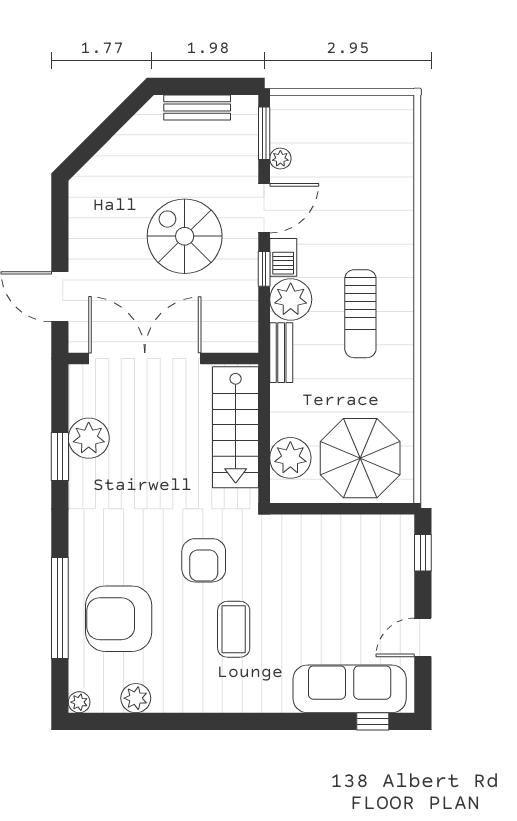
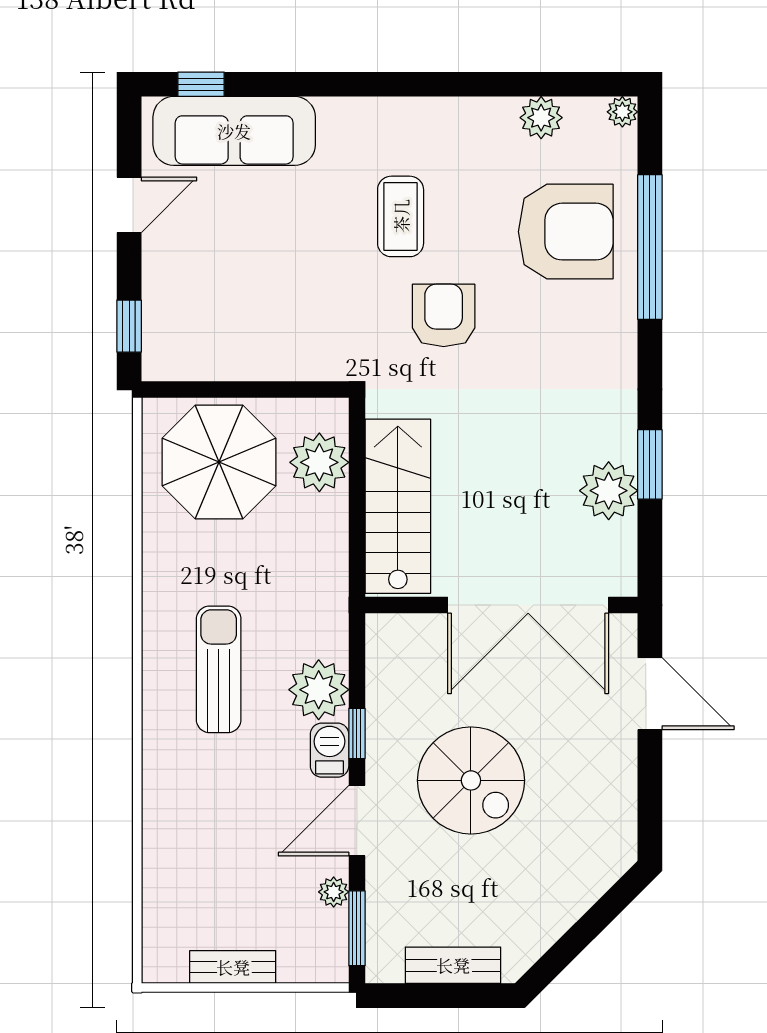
bench: (281, 353) -> (233, 967), moved, turned 90

